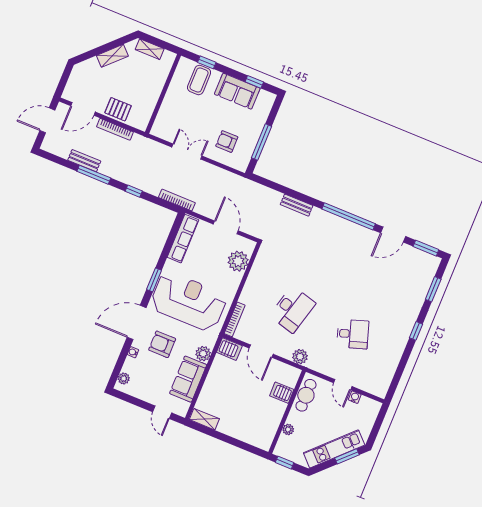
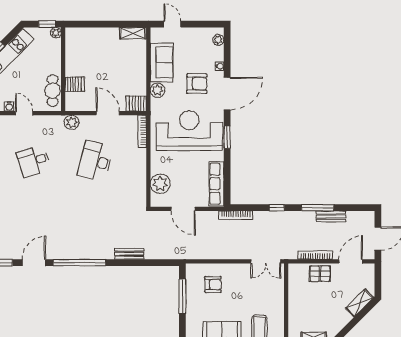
shelving: (112, 56) -> (360, 303), moved
double door: (187, 152) -> (266, 261), moved
reception desk: (188, 301) -> (189, 131), turned 180
plant: (288, 429) -> (56, 33), moved

